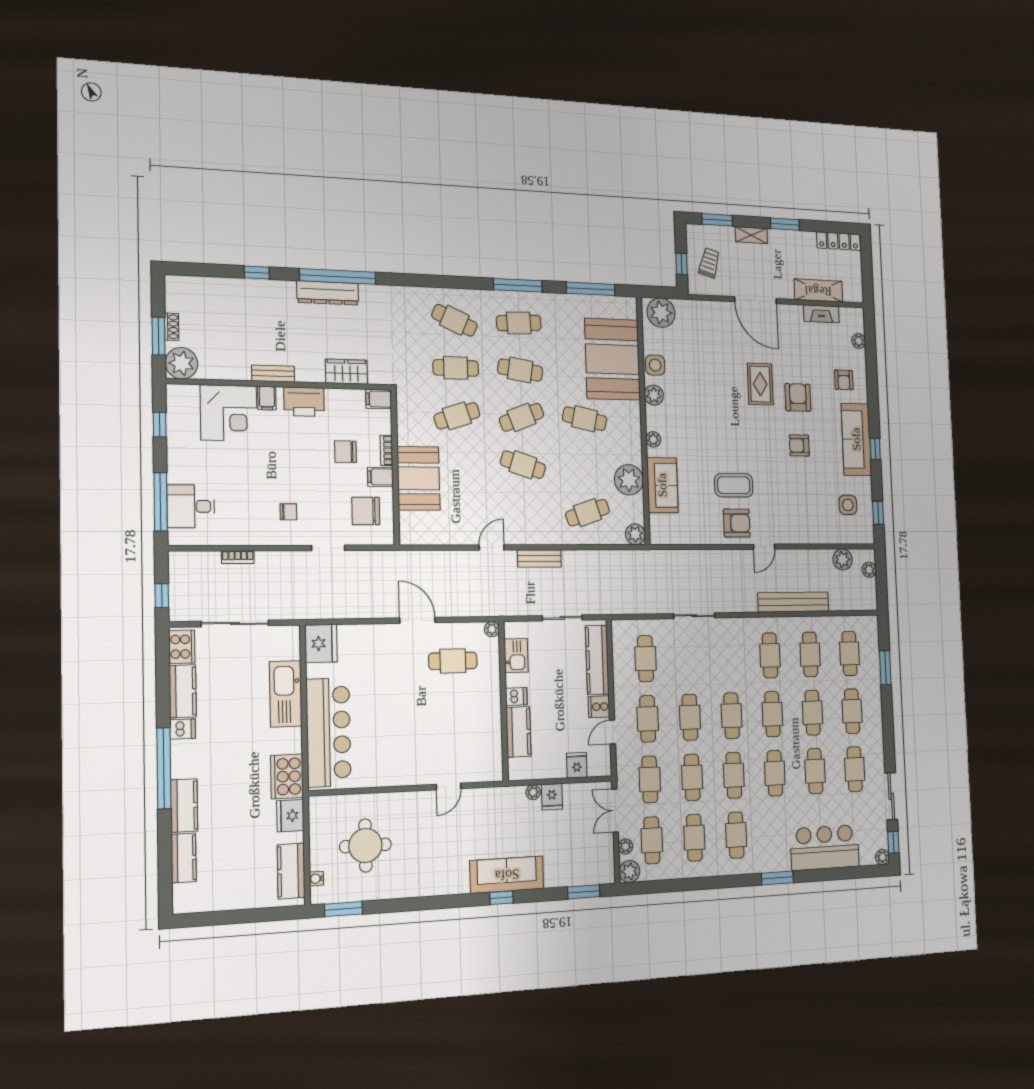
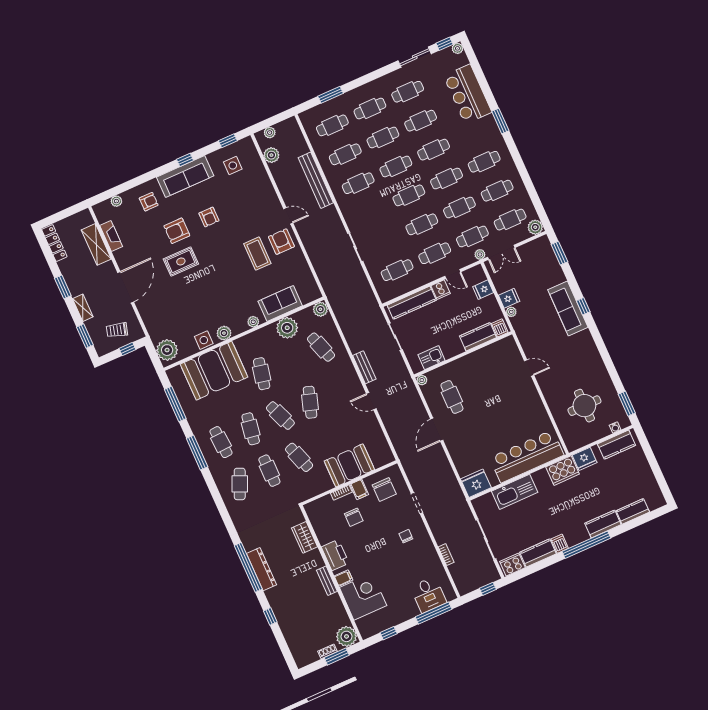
filing cabinet: (379, 399) -> (312, 511), removed
dishwasher: (516, 697) -> (500, 328), moved
plant: (626, 846) -> (480, 254), moved

